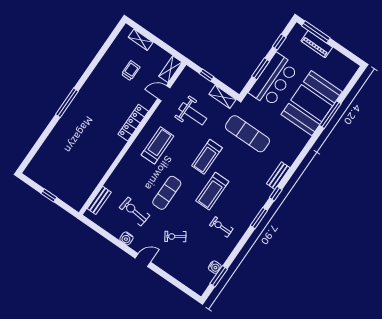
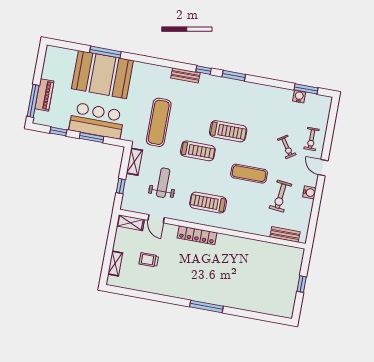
exercise bike: (221, 227) -> (312, 139), moved

